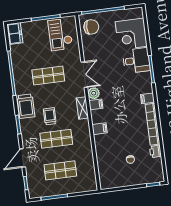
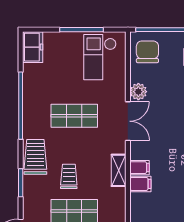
chair: (91, 27) -> (147, 52), turned -90
plant: (94, 93) -> (138, 92), moved
trolley: (26, 106) -> (35, 157), turned 180
filing cabinet: (100, 129) -> (140, 184), moved

